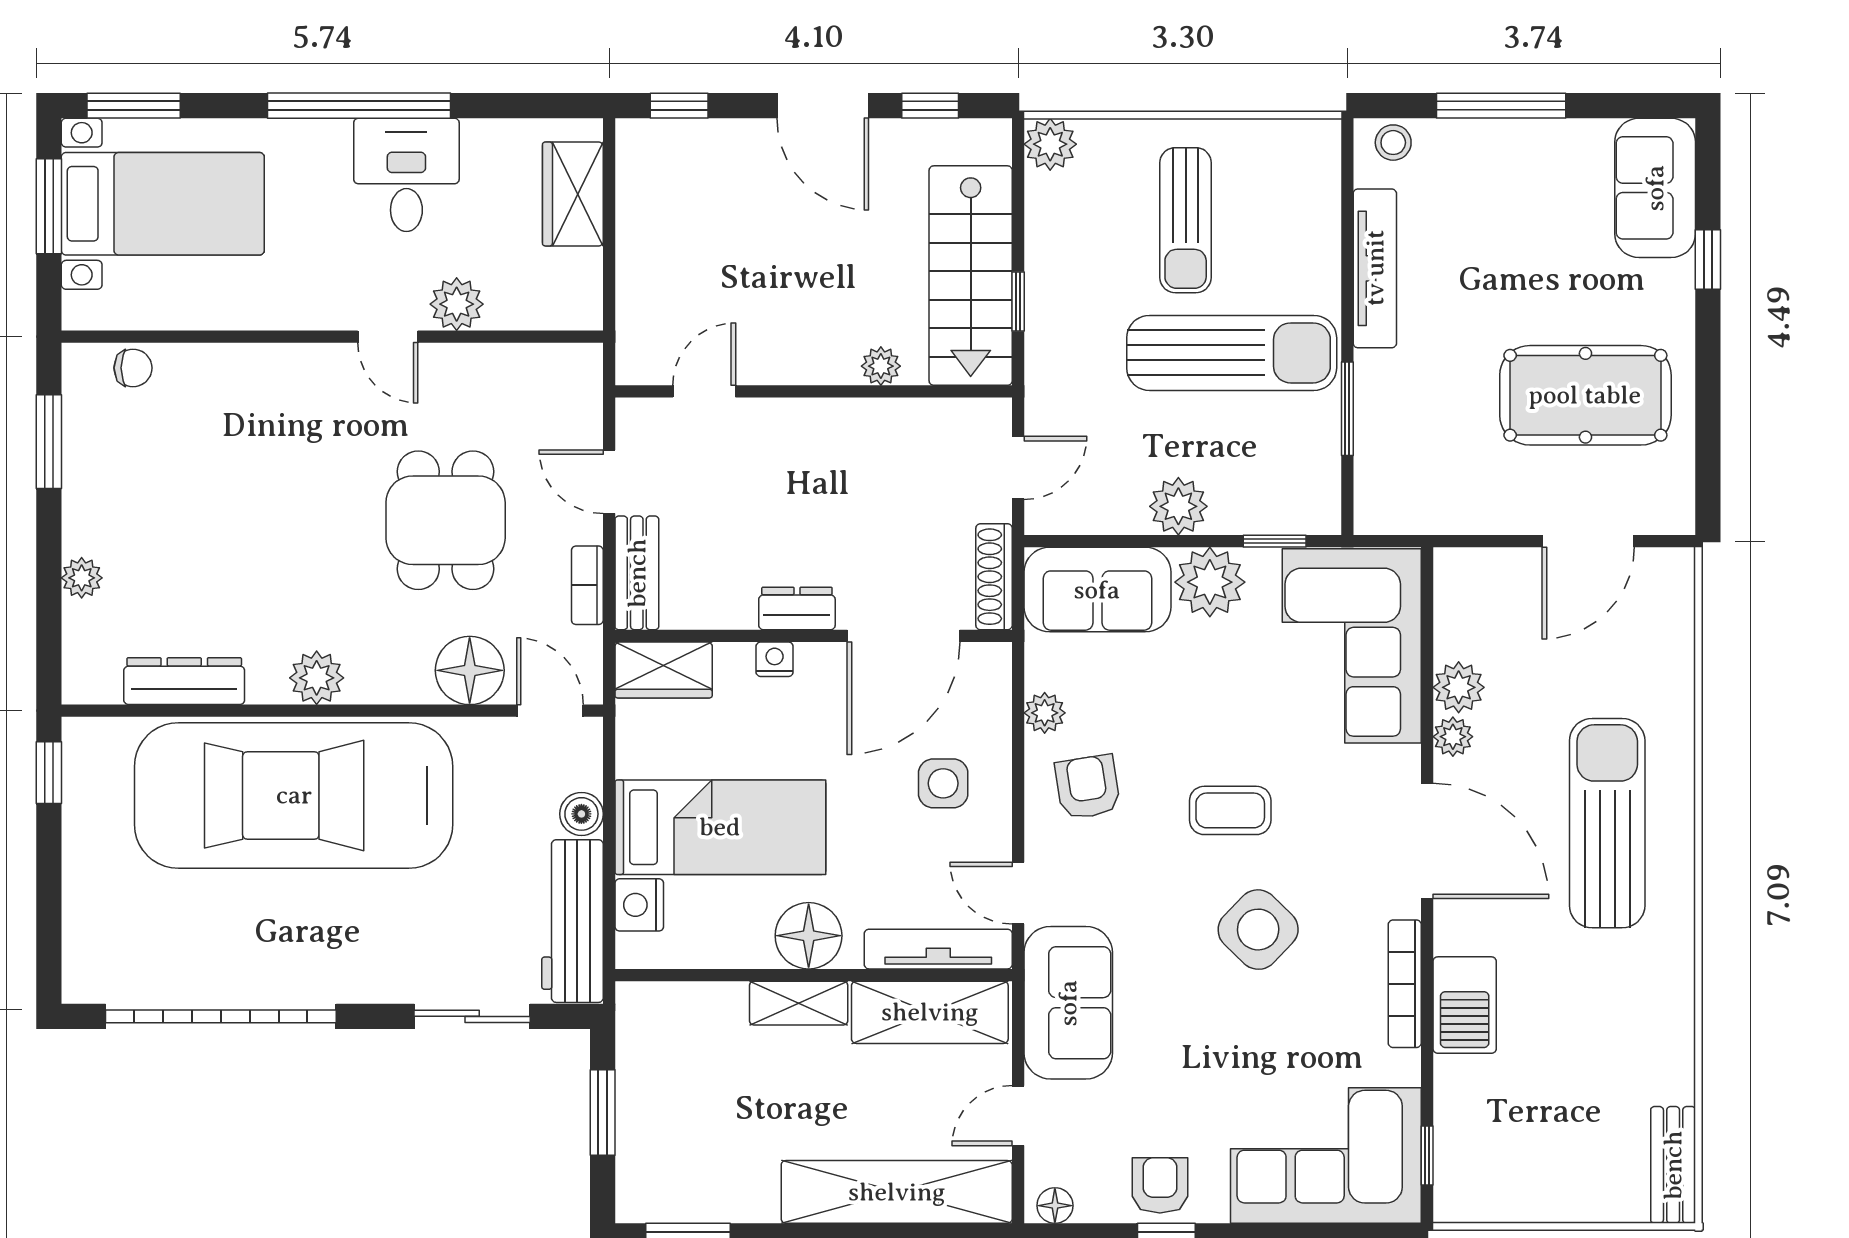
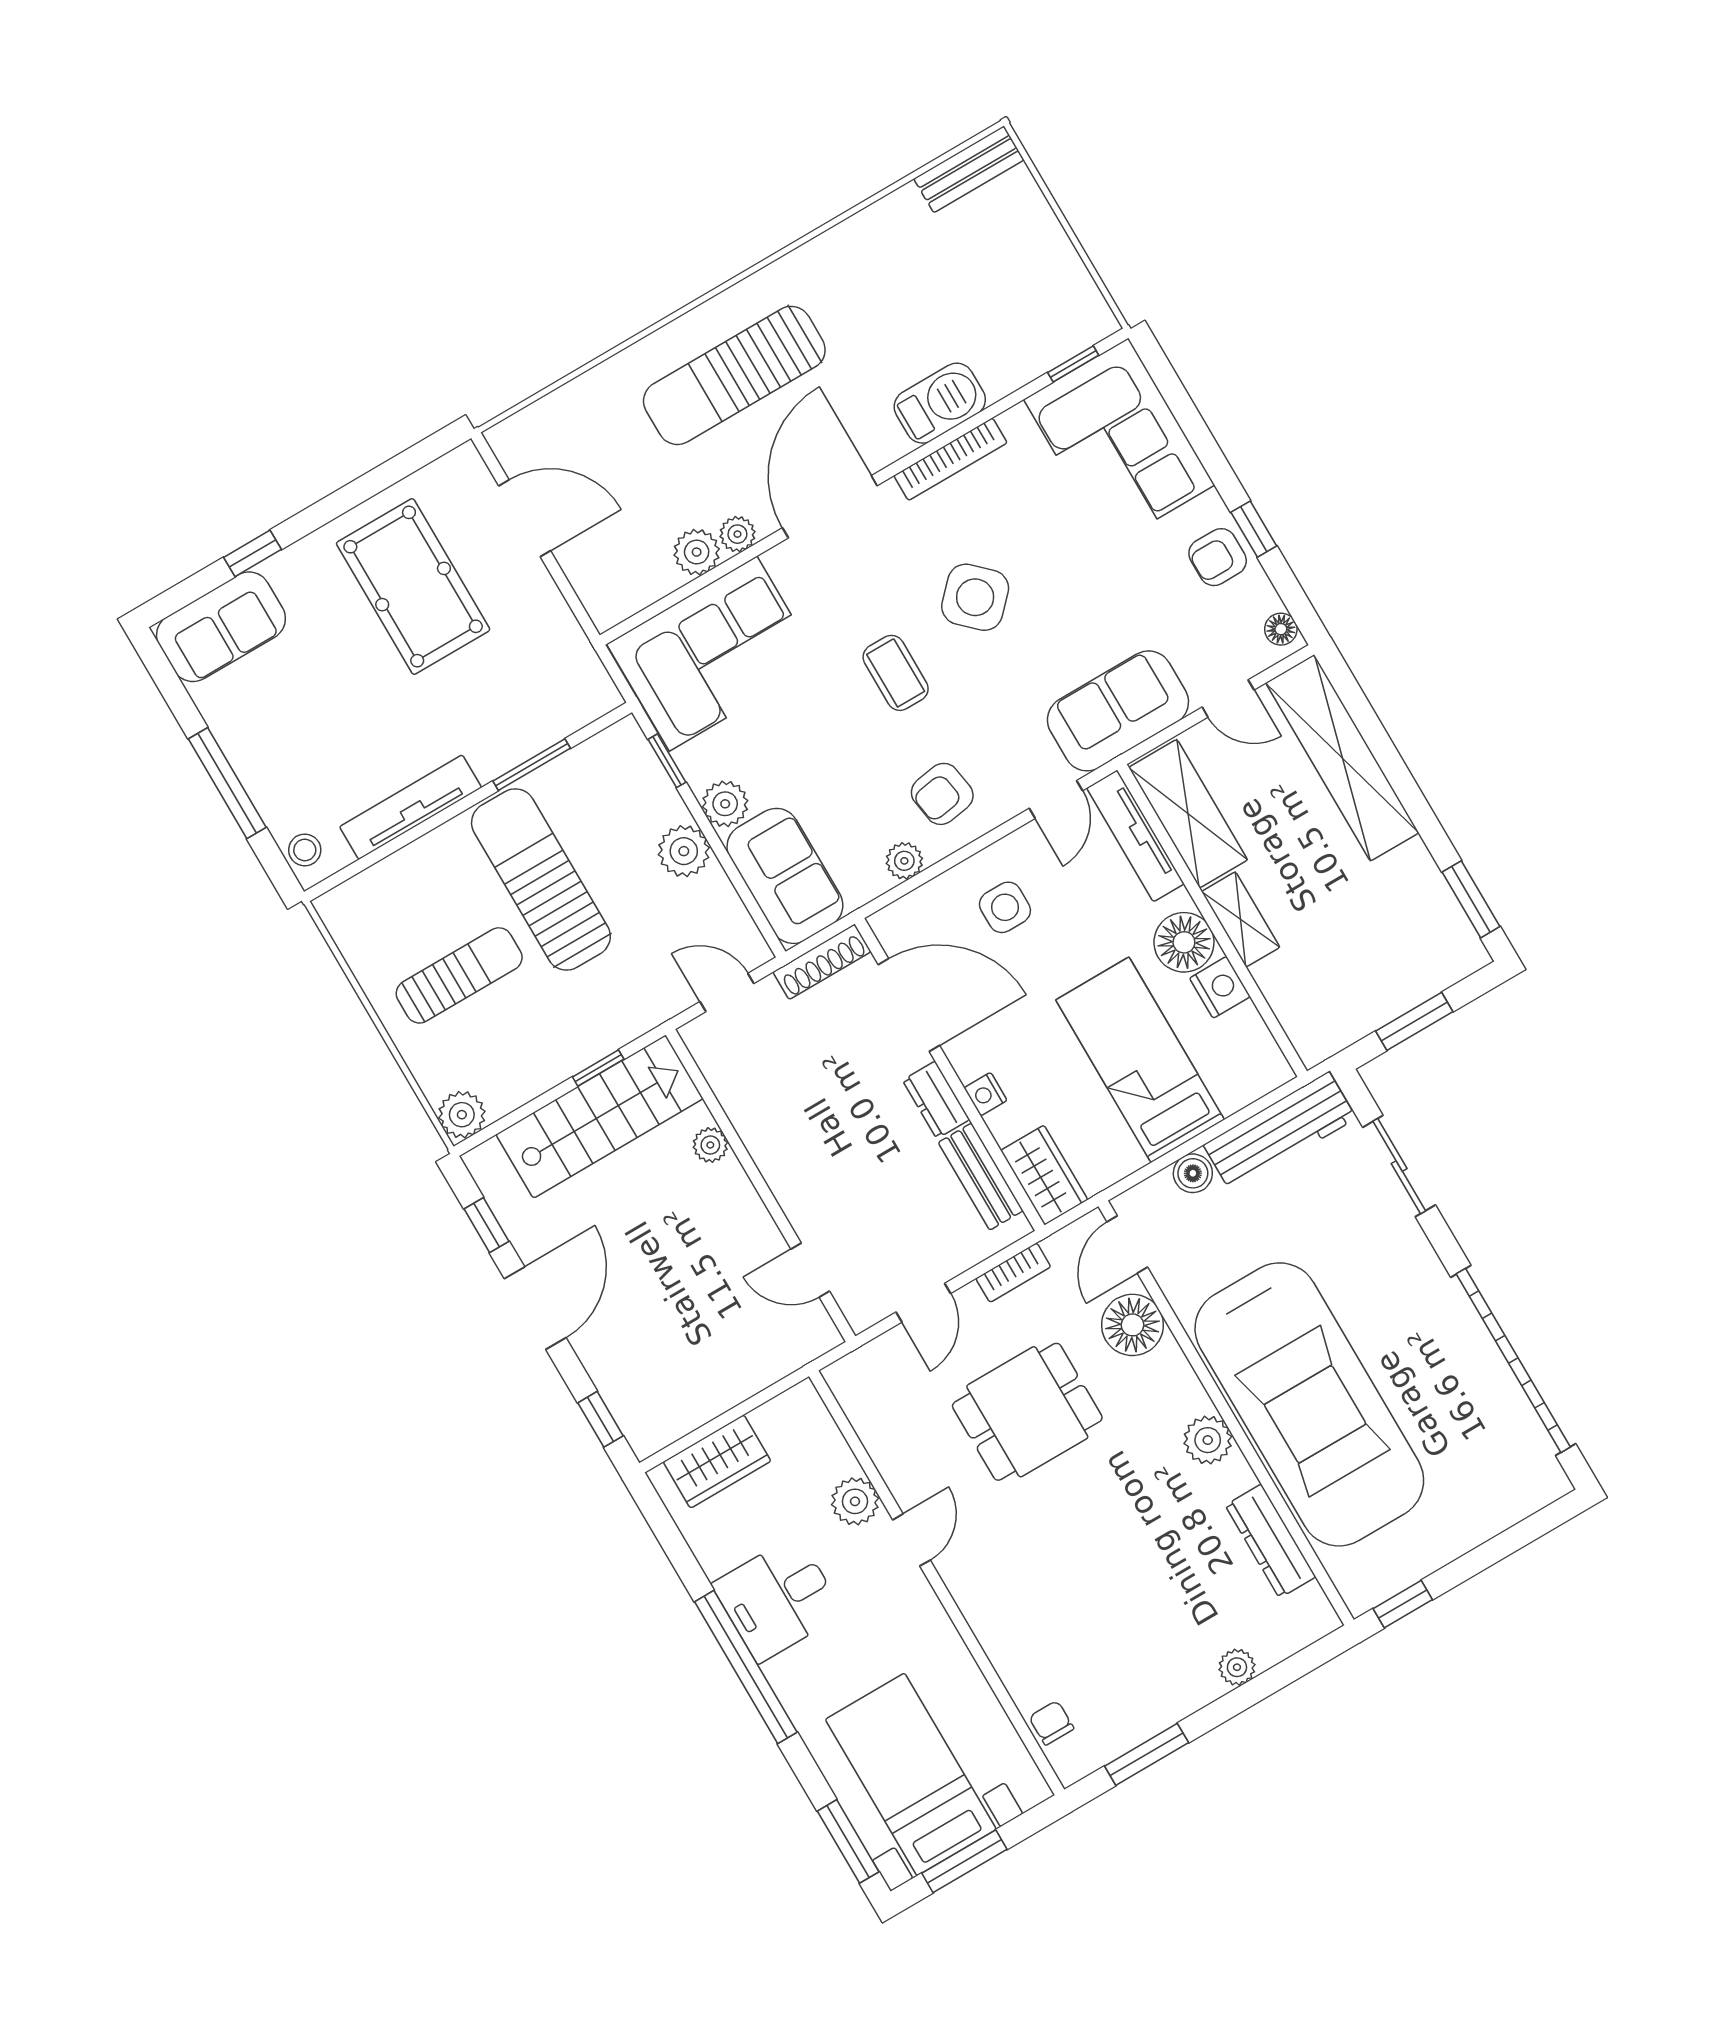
bench: (637, 573) -> (981, 1177), moved, turned 90
plant: (1210, 582) -> (725, 804), width x0.73, depth x0.73
nightstand: (639, 905) -> (1220, 987), moved, turned -90

